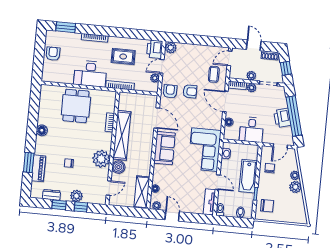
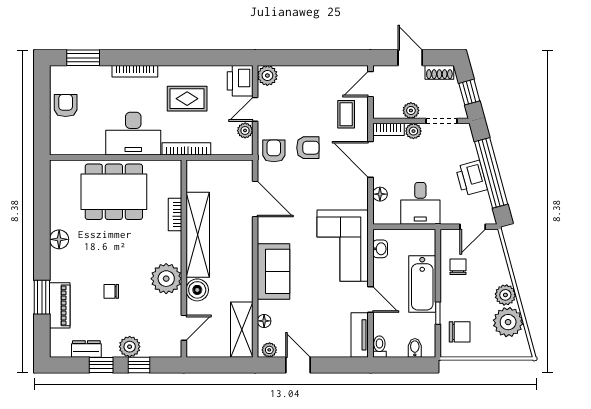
dining table: (76, 106) -> (114, 192), width x1.38
sofa: (165, 148) -> (273, 271), moved
plant: (295, 175) -> (508, 322), moved, width x1.87, depth x1.87

